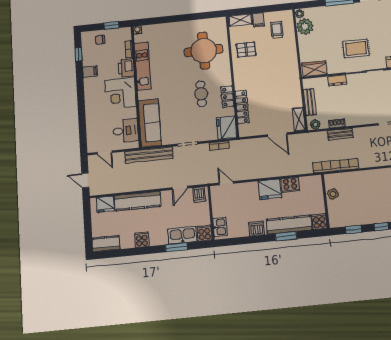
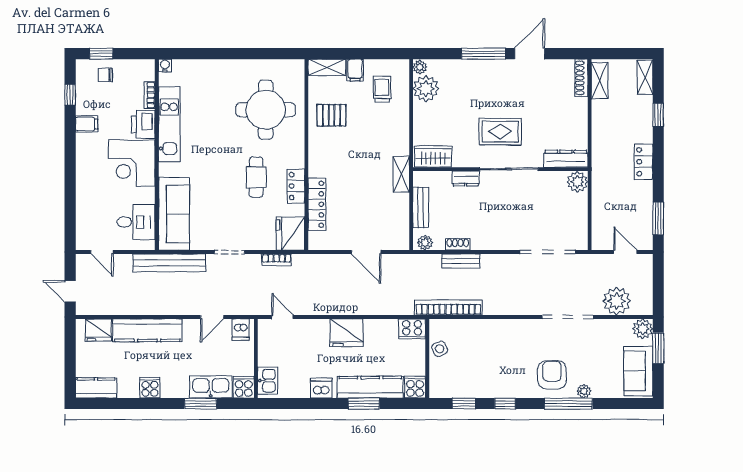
window: (111, 25) -> (101, 54), moved
shelving: (299, 119) -> (401, 174), moved
cooker: (290, 185) -> (412, 329), moved

